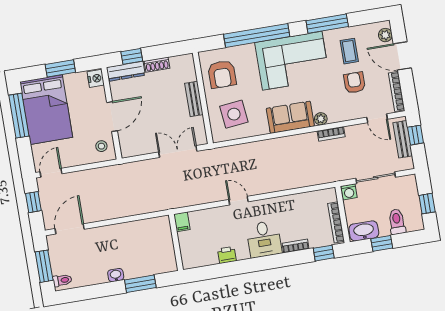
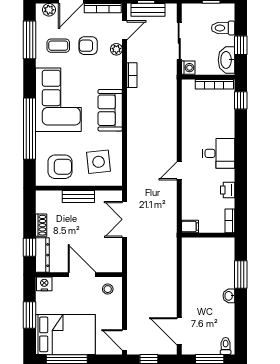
window: (327, 24) -> (30, 40), moved
plant: (321, 119) -> (116, 49), moved
bookcase: (296, 246) -> (230, 221), moved

